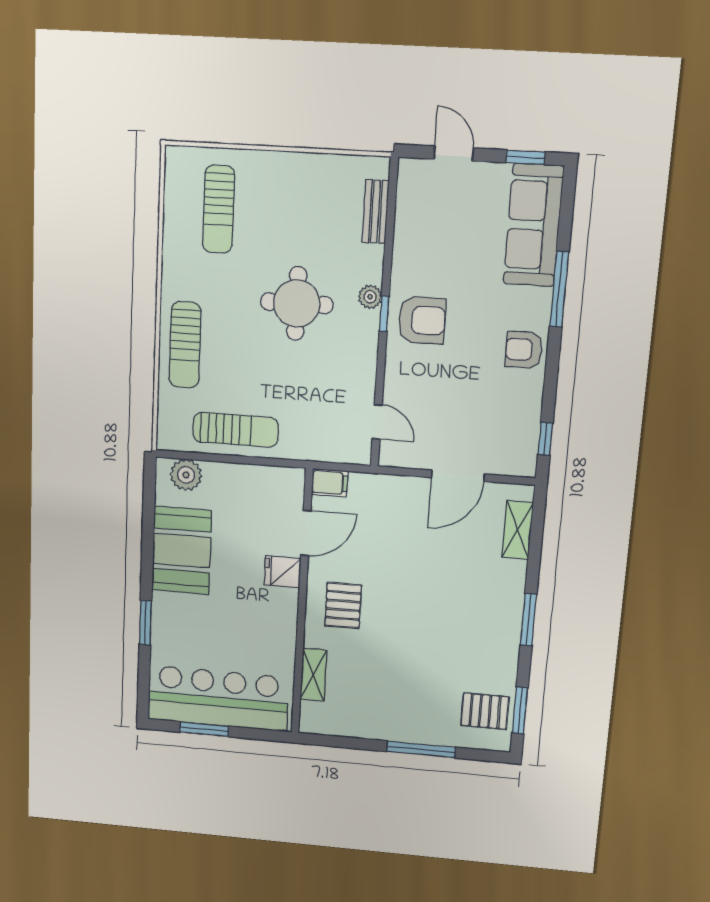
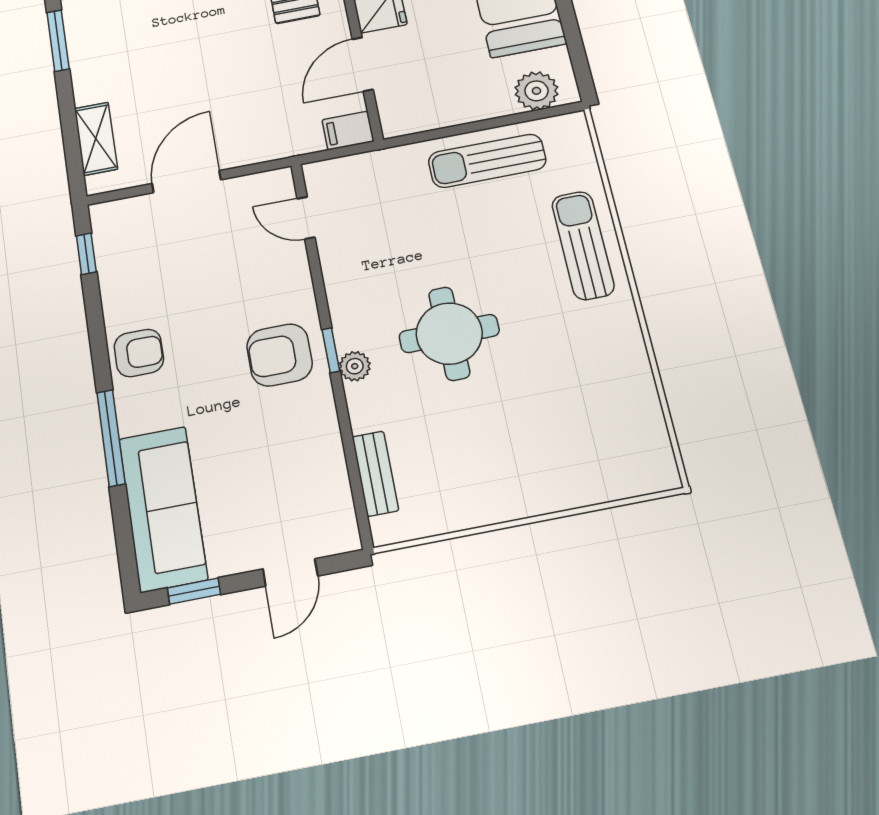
door: (454, 154) -> (290, 572), hinge flipped
sun lounger: (219, 209) -> (587, 424), removed

